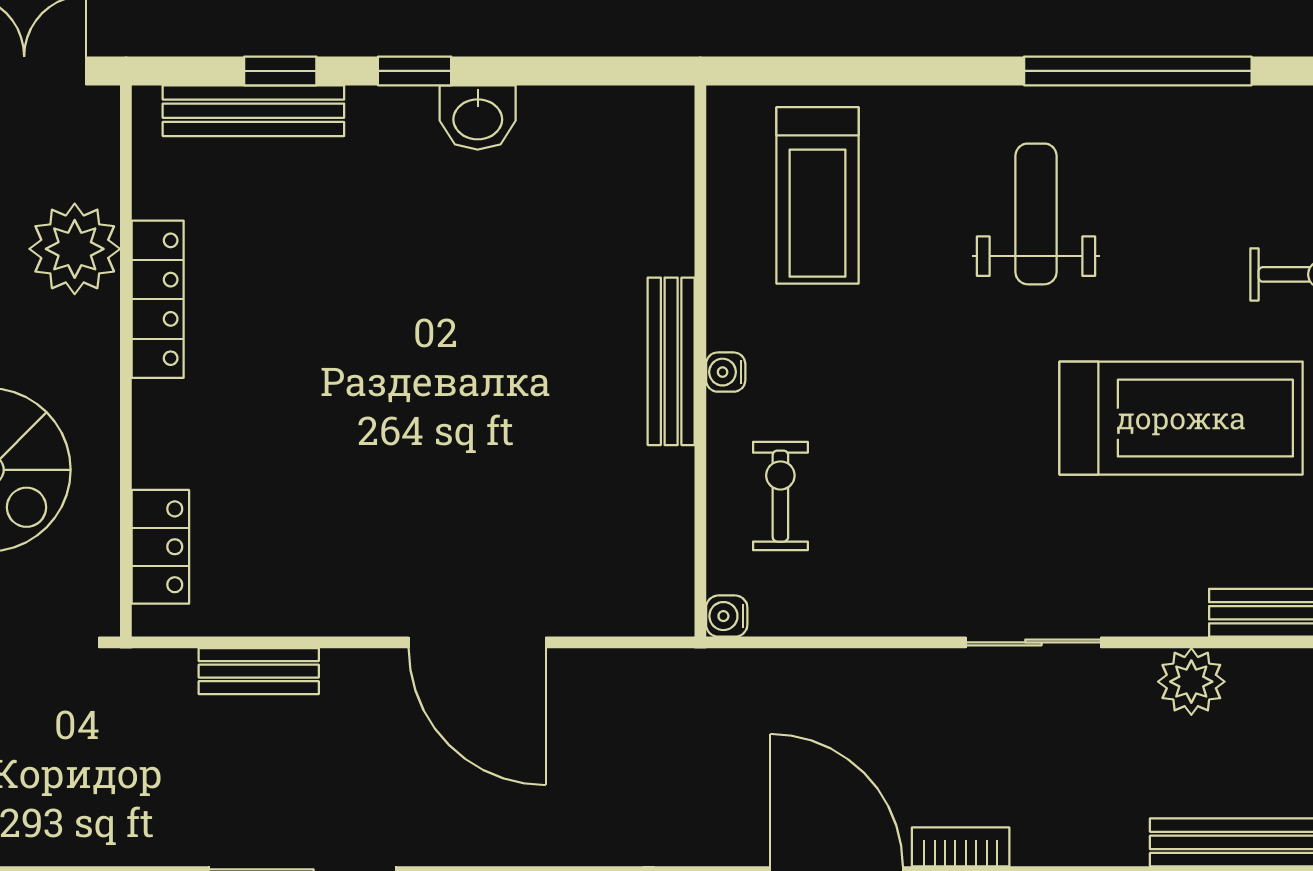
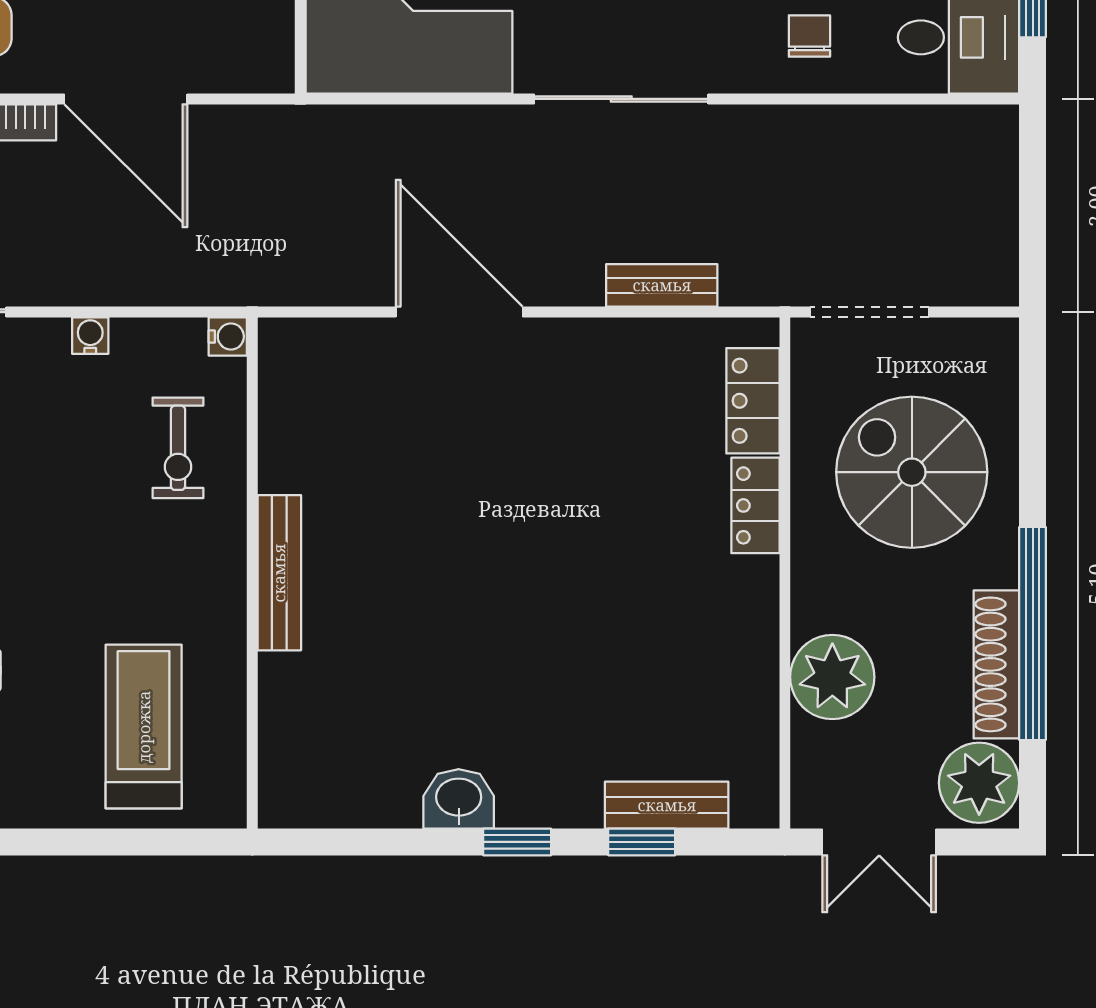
bench: (253, 111) -> (667, 805), width x0.73
locker: (158, 299) -> (755, 505), moved, width x0.66
water cooler: (726, 372) -> (90, 336), moved, turned -90

